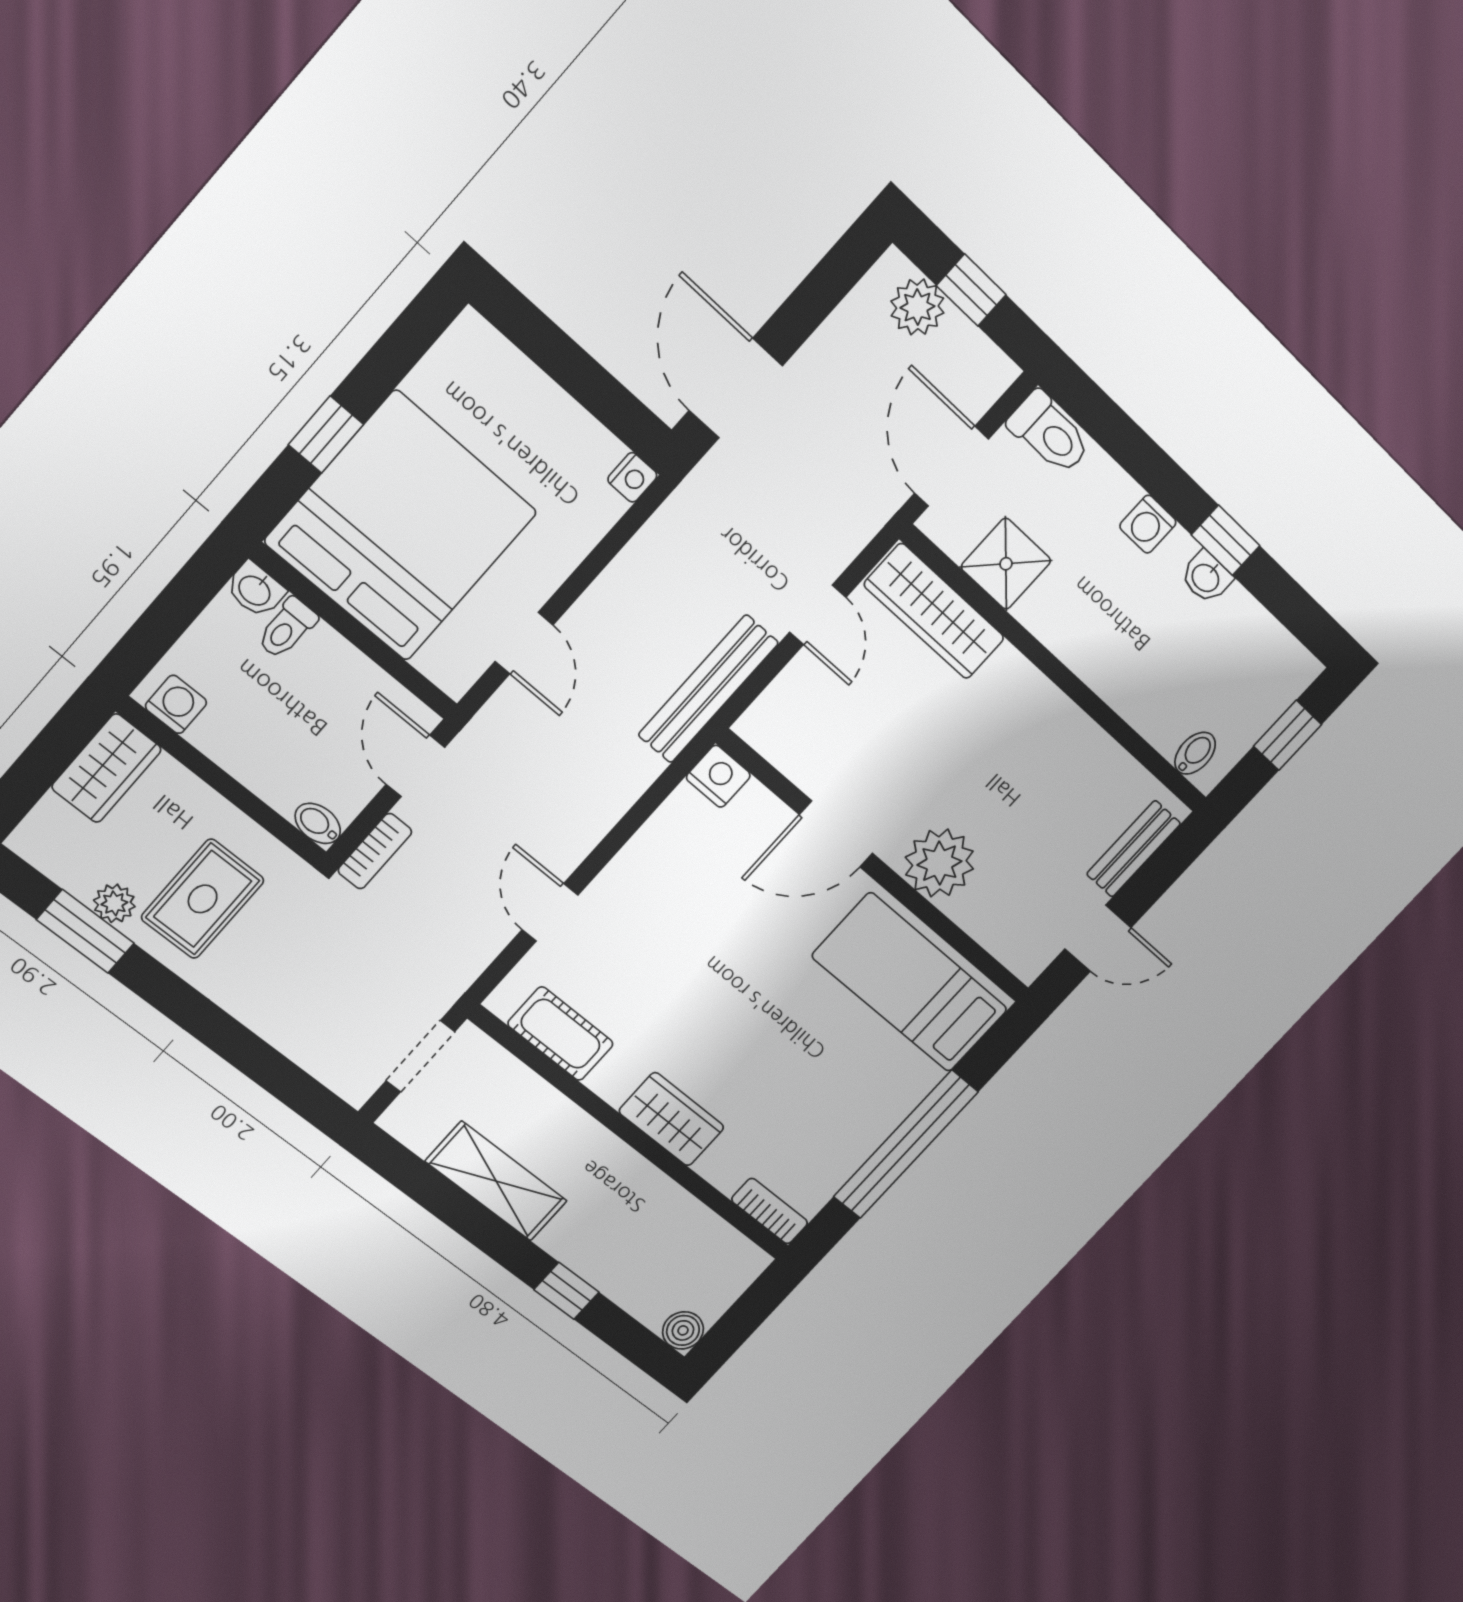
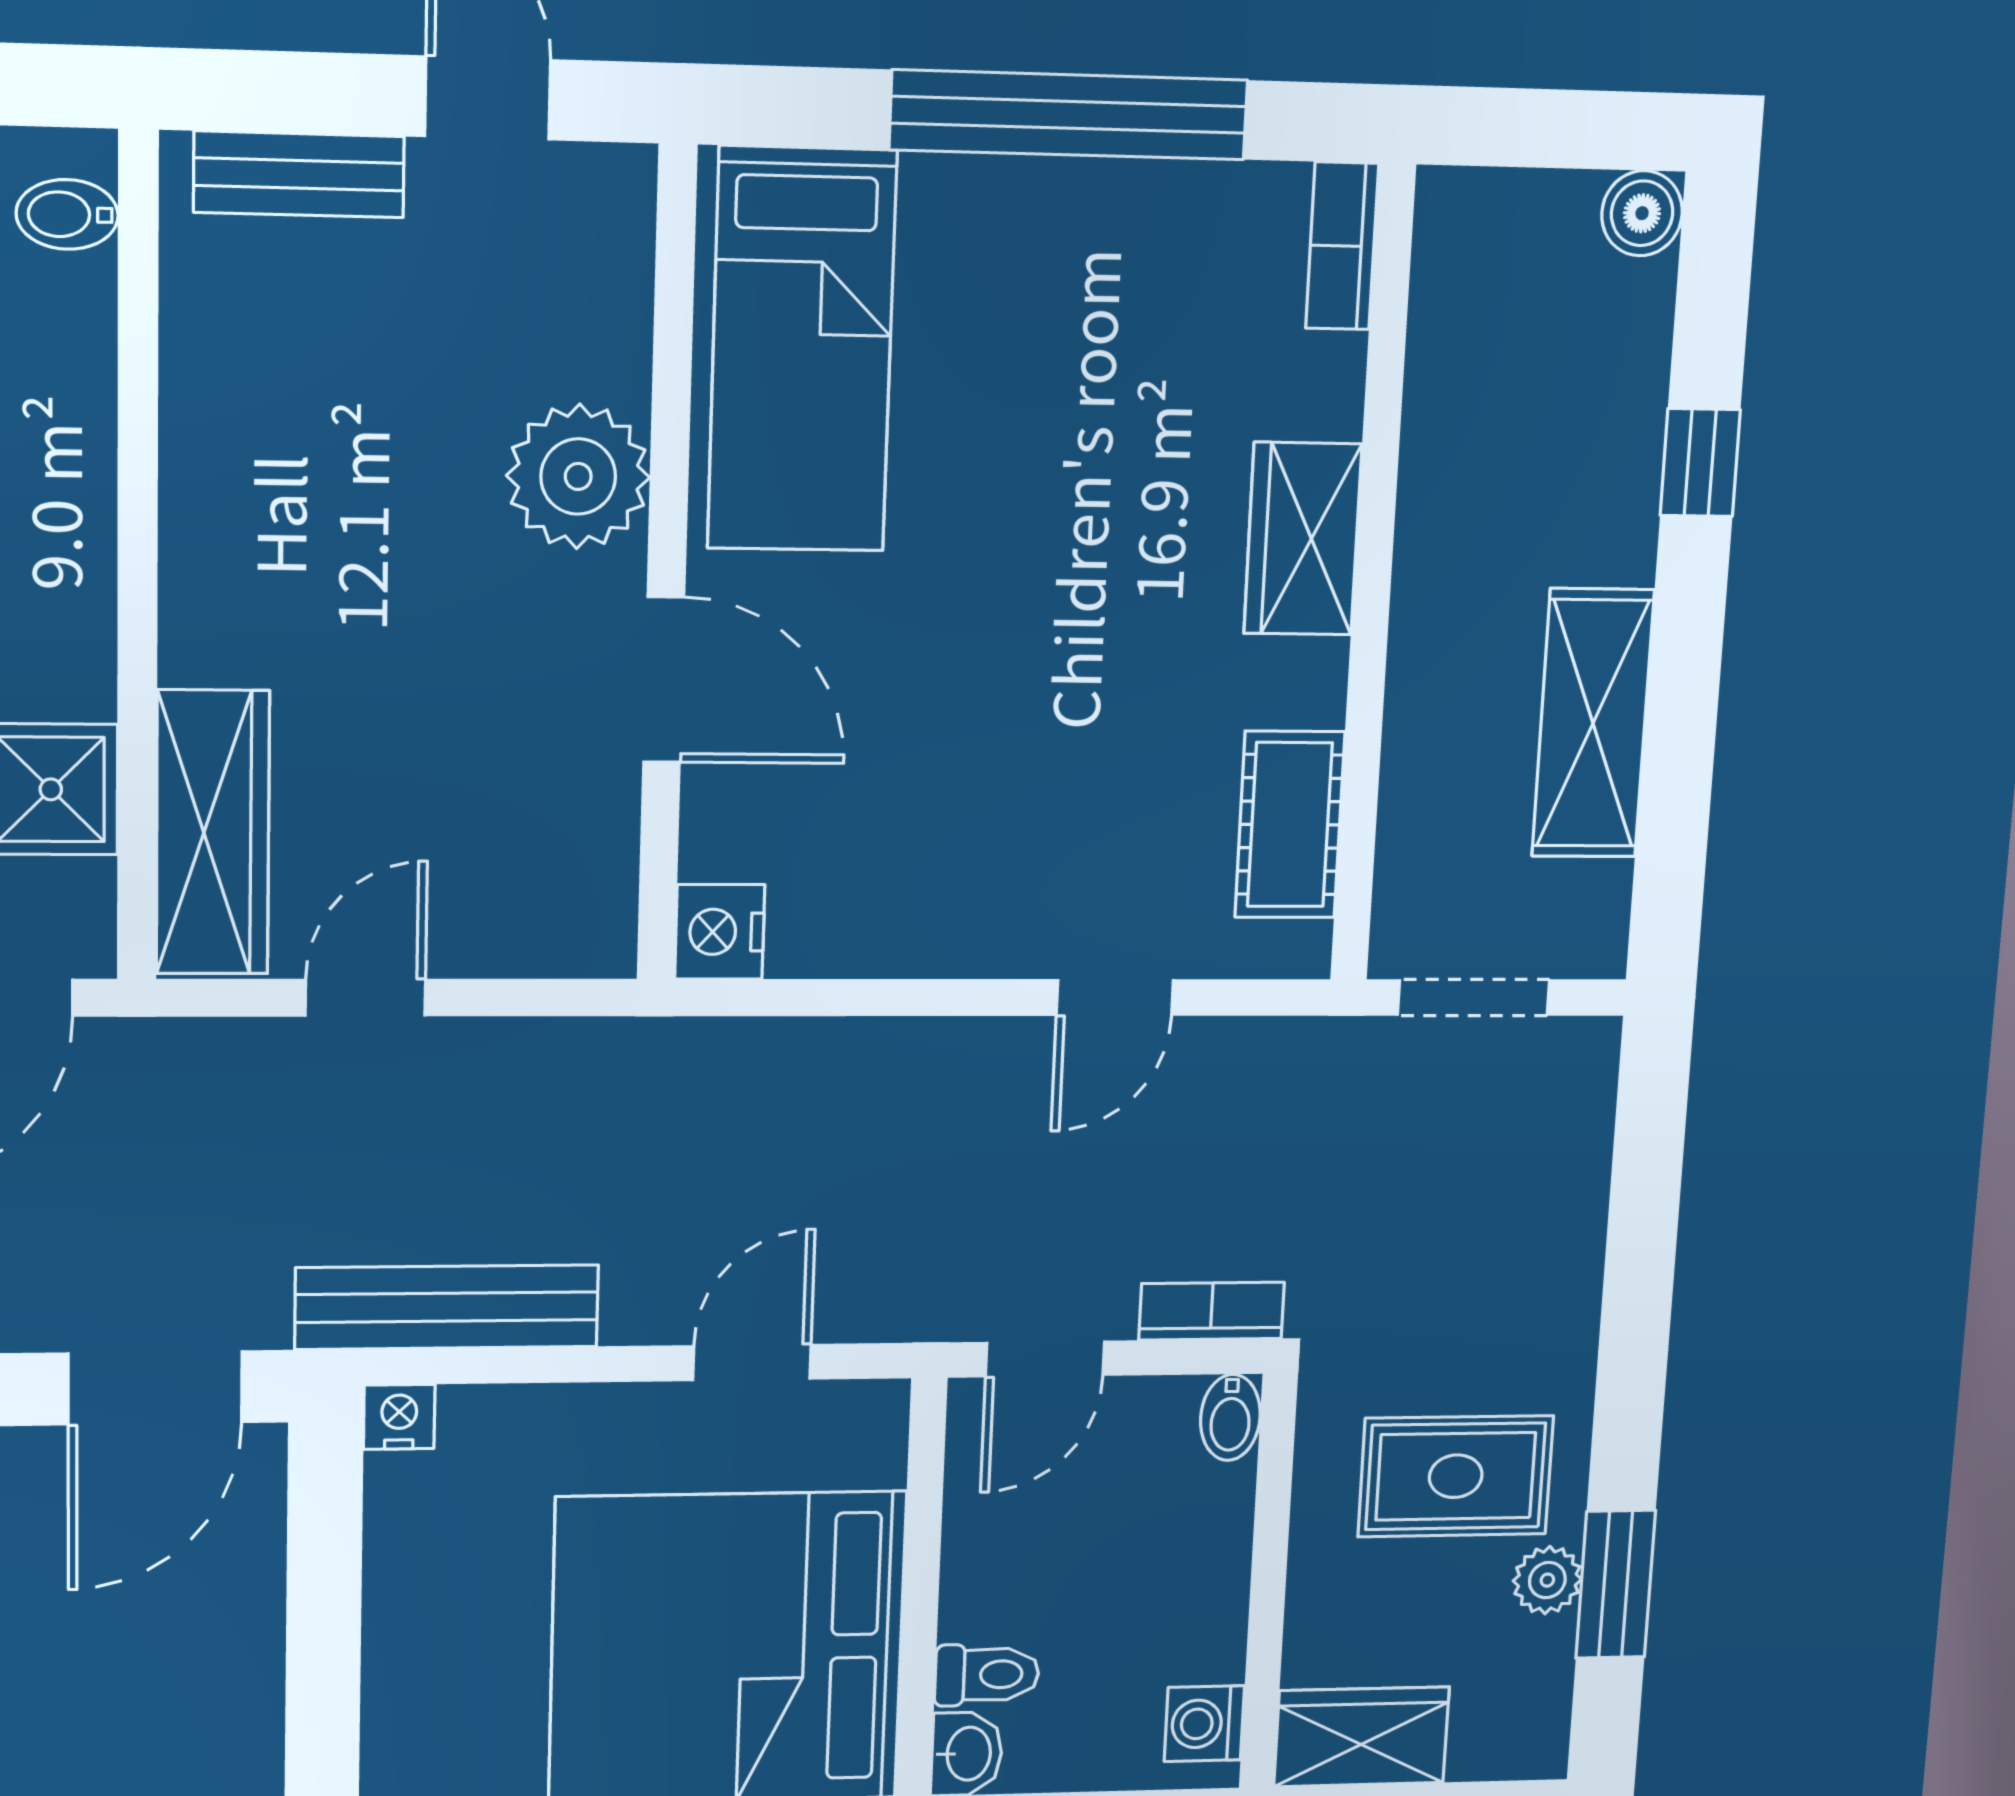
bench: (708, 689) -> (447, 1307), moved

